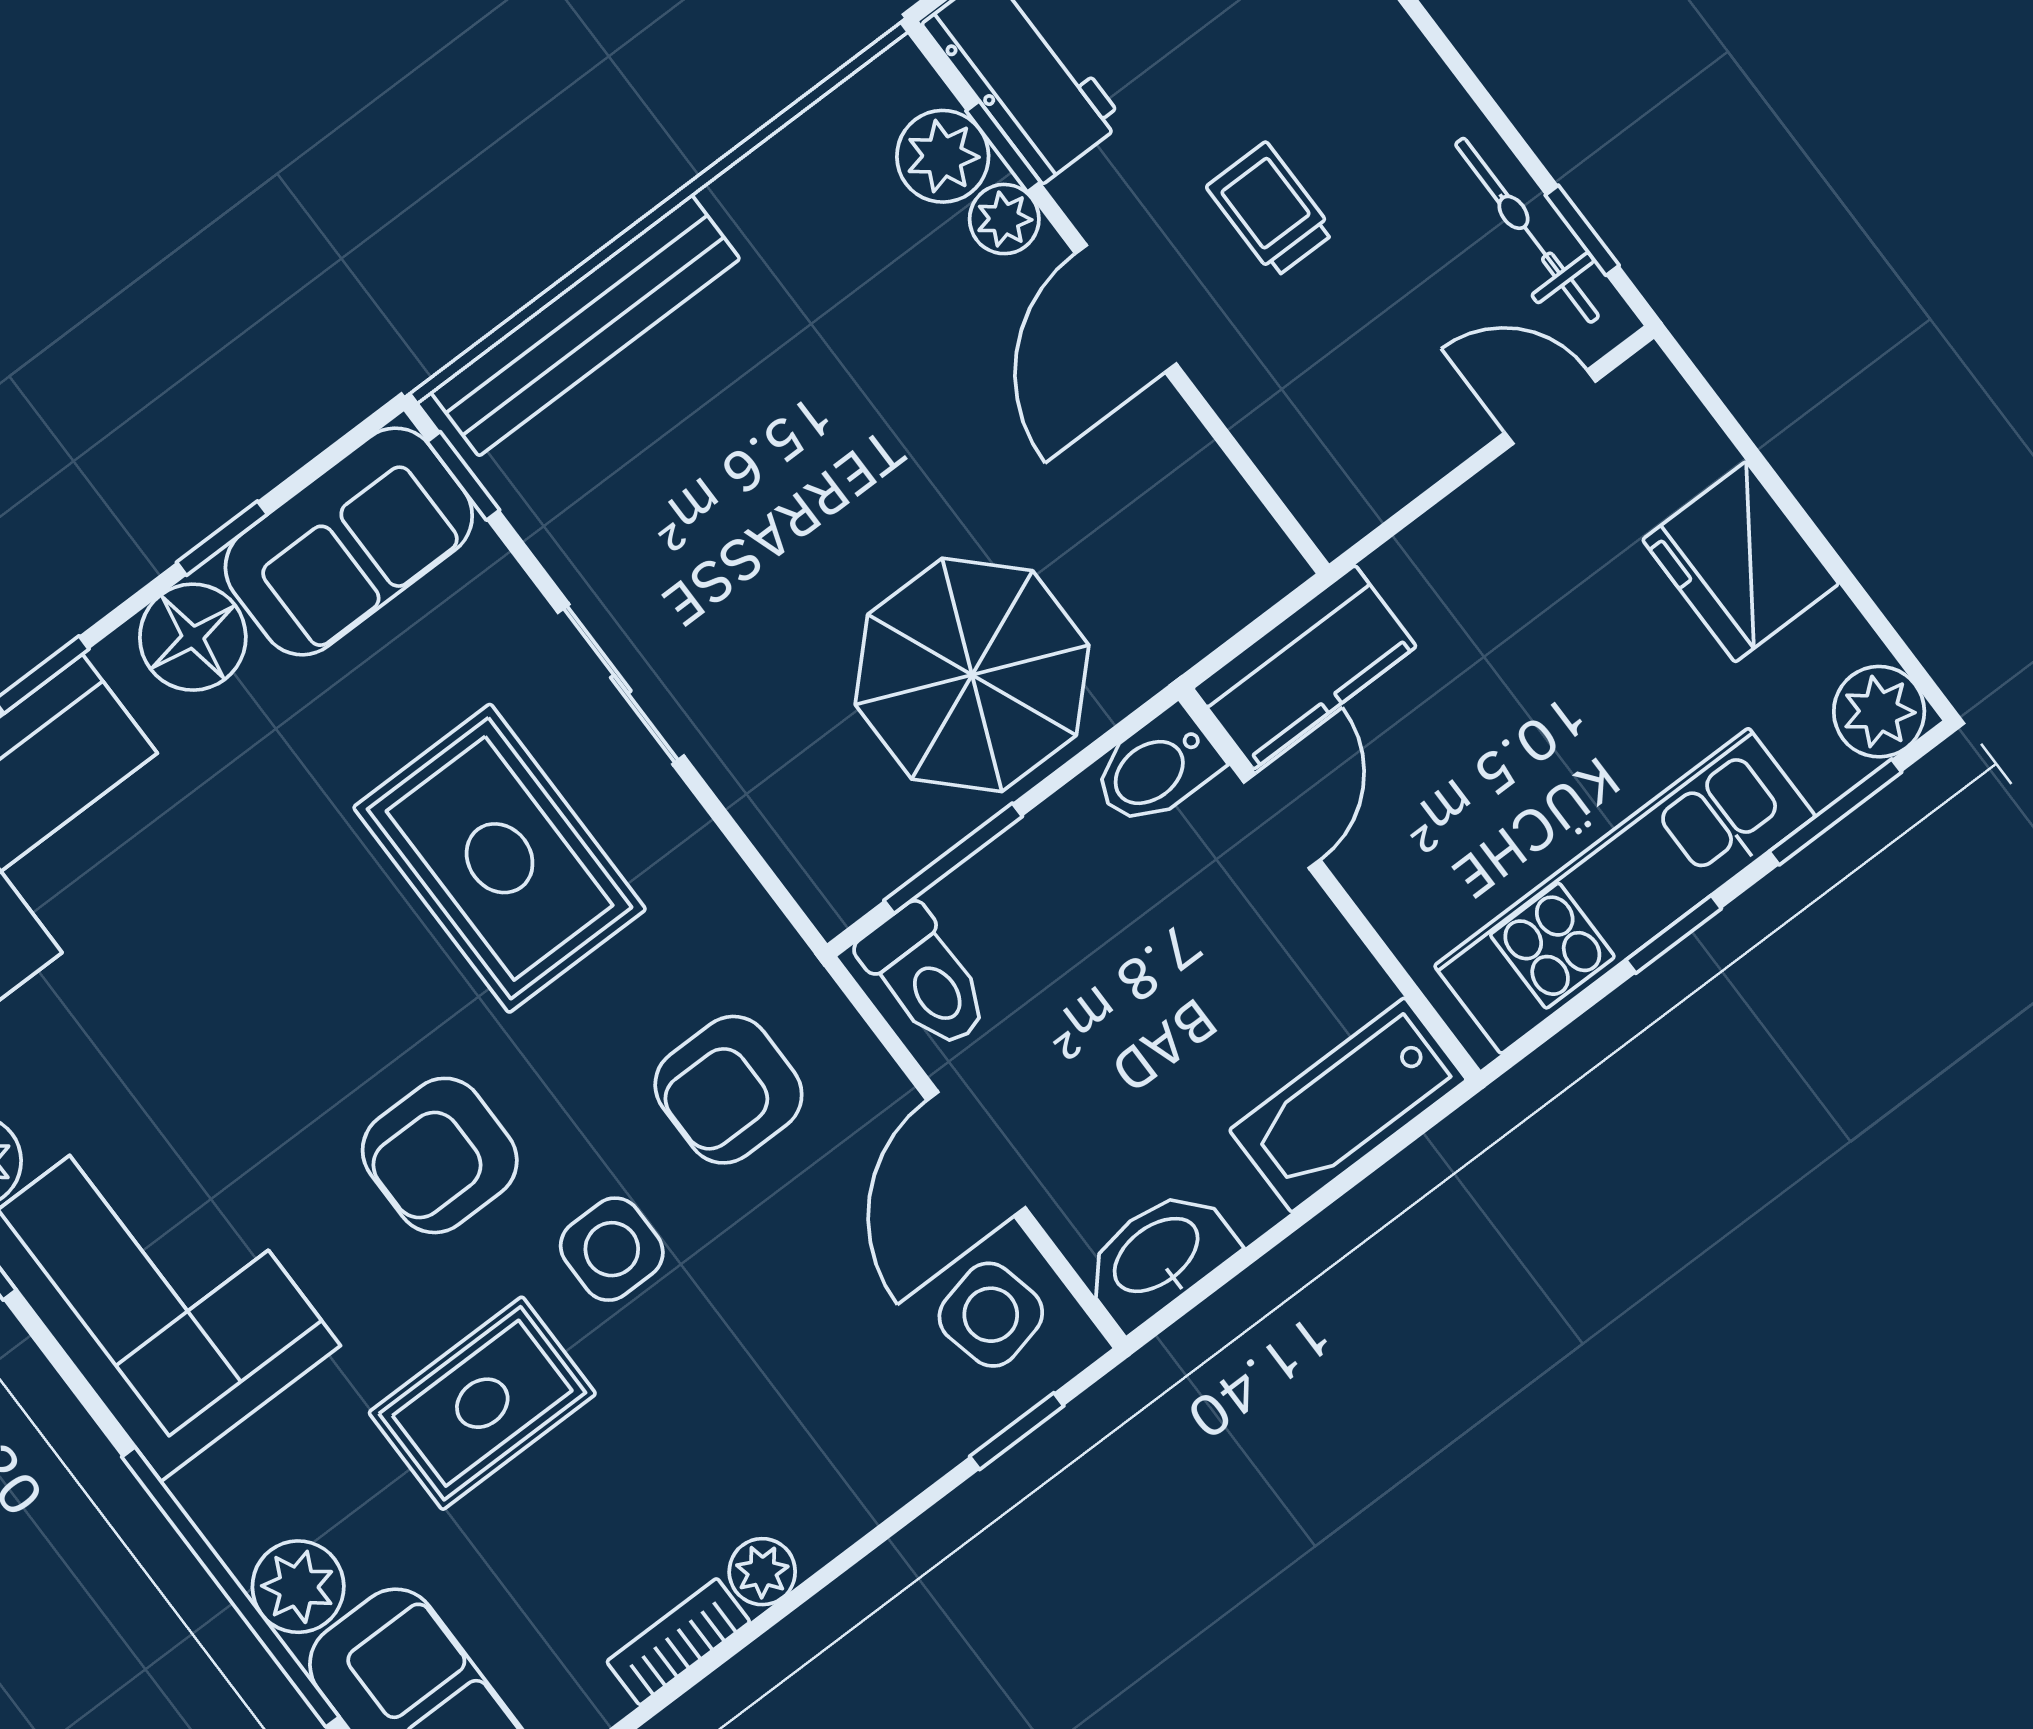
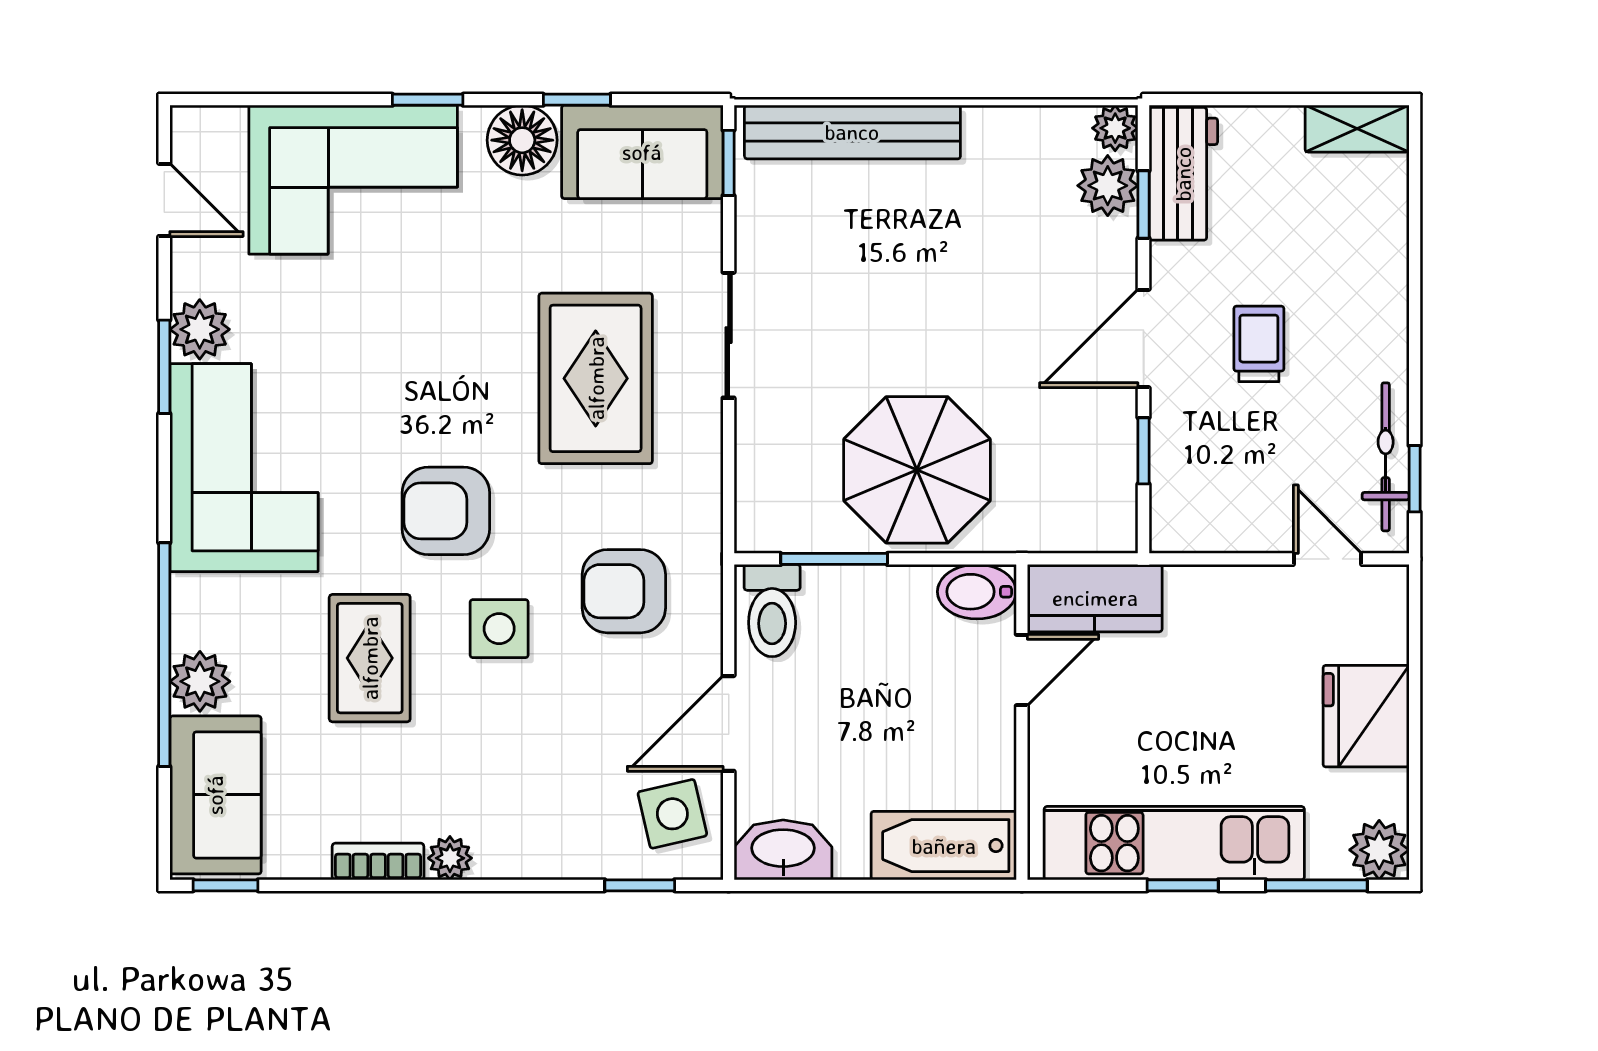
plant: (1004, 219) -> (1115, 128), moved
window: (1229, 444) -> (1144, 451), added
rug: (482, 1403) -> (370, 658), turned 90

